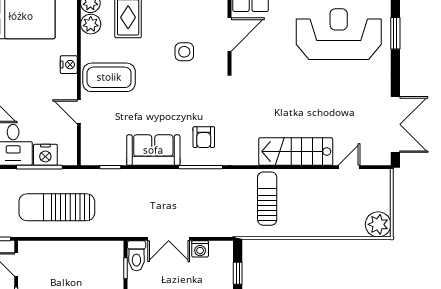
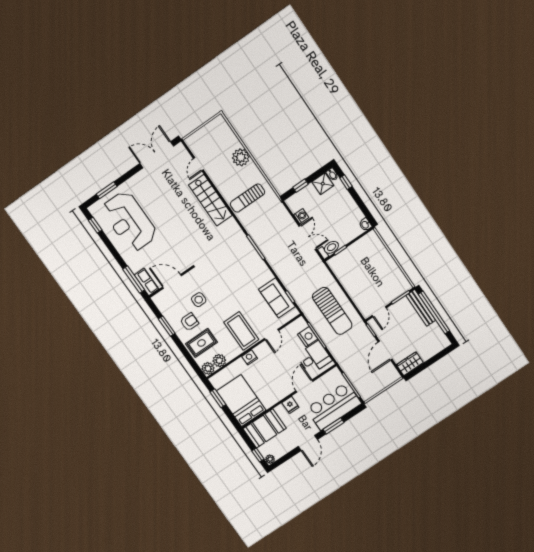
armchair: (204, 137) -> (189, 322), moved
sofa: (153, 150) -> (277, 298), moved
door: (349, 167) -> (198, 164), hinge flipped
plant: (378, 224) -> (241, 157), moved

